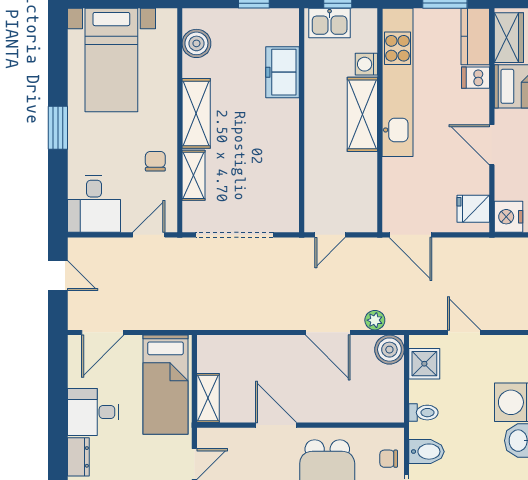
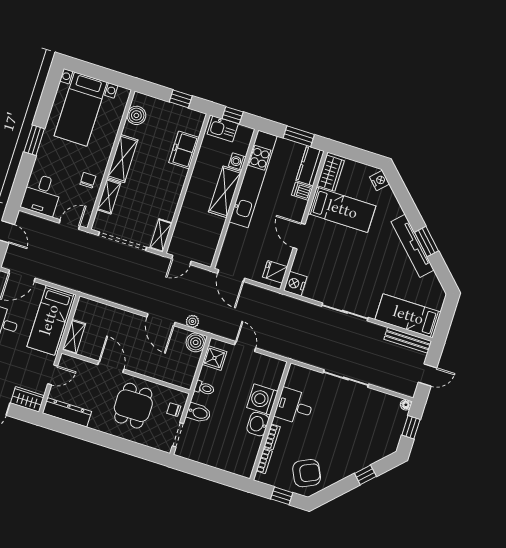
shelving: (288, 209) -> (161, 235), added

